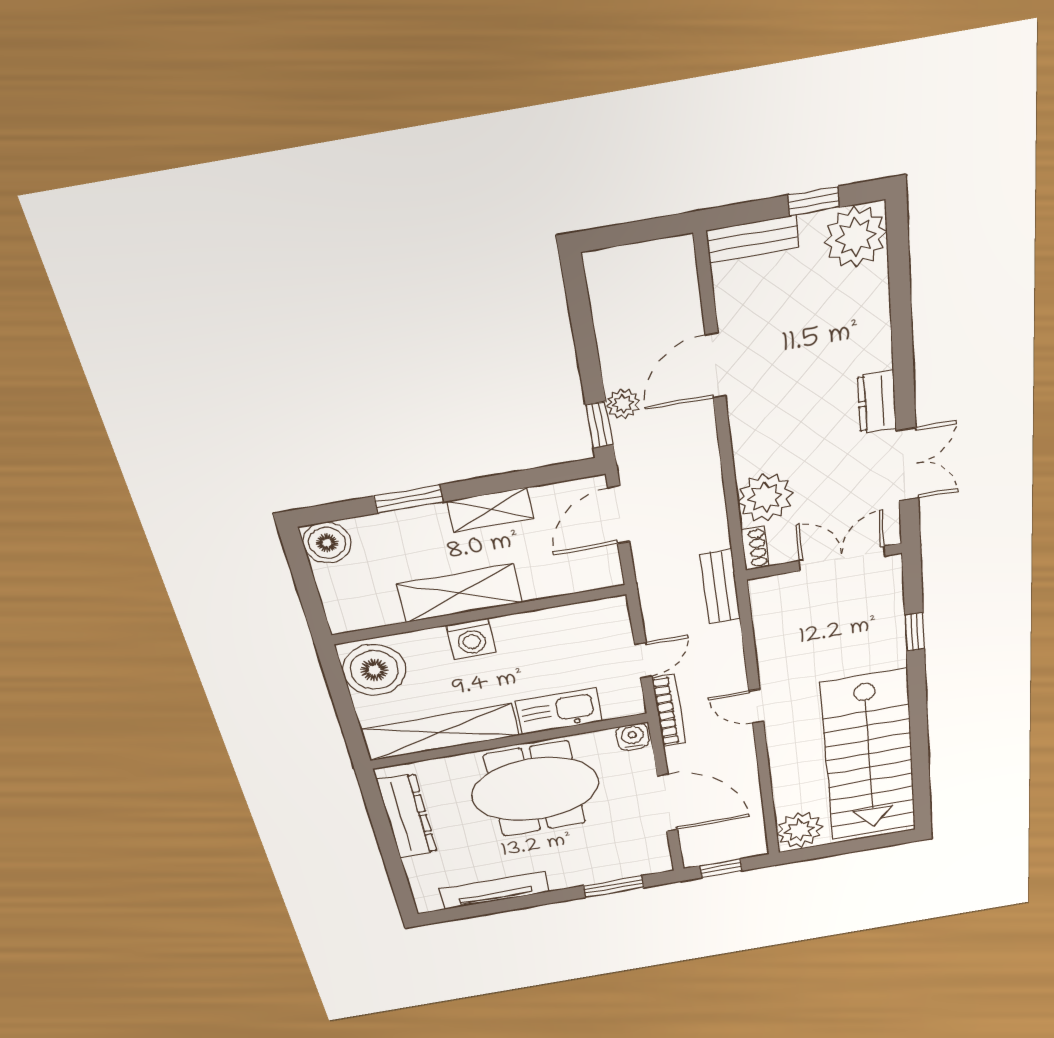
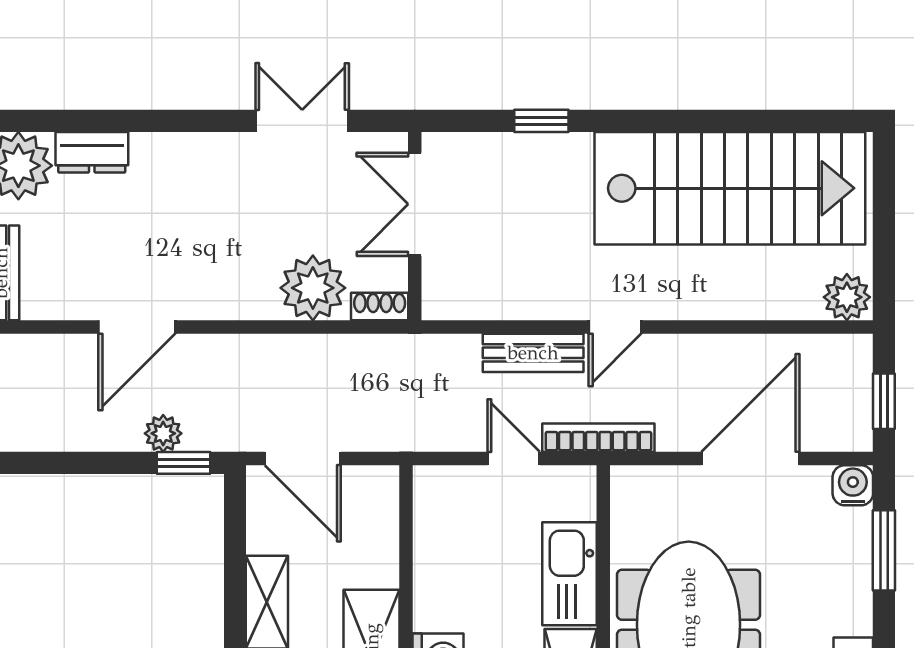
door: (716, 366) -> (137, 327), hinge flipped
dresser: (877, 402) -> (92, 152), moved
bench: (720, 587) -> (533, 353), moved
water cooler: (633, 737) -> (853, 485), moved, turned 90
plant: (800, 830) -> (847, 297), width x0.73, depth x0.73

